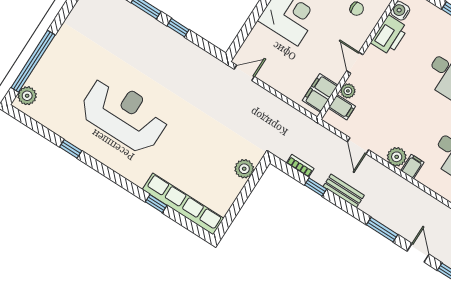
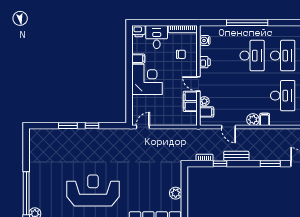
printer: (389, 35) -> (205, 62), width x0.53, depth x0.68
filing cabinet: (320, 93) -> (190, 101), moved
plant: (244, 169) -> (176, 193), moved

